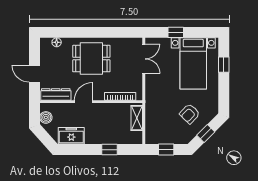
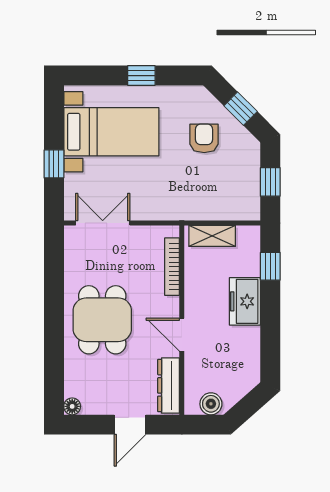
floor lamp: (57, 42) -> (72, 406), moved
window: (224, 65) -> (141, 76), moved
armchair: (190, 114) -> (204, 138), turned -134
freezer: (71, 136) -> (245, 301), moved
window: (109, 150) -> (270, 266), moved

